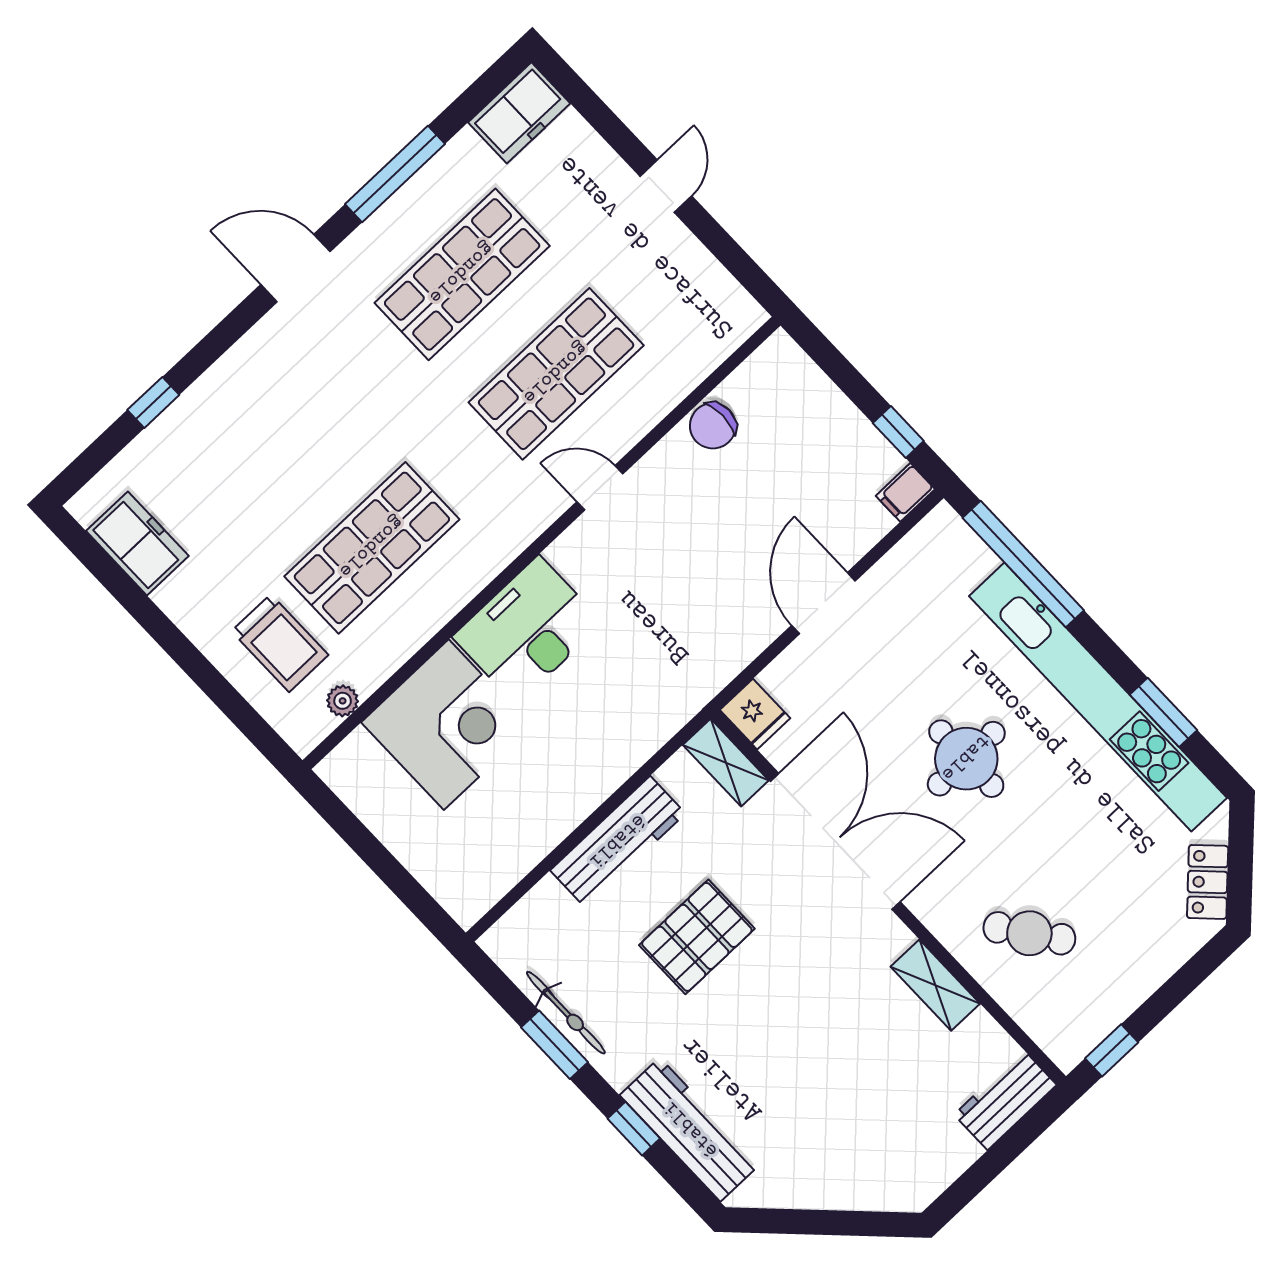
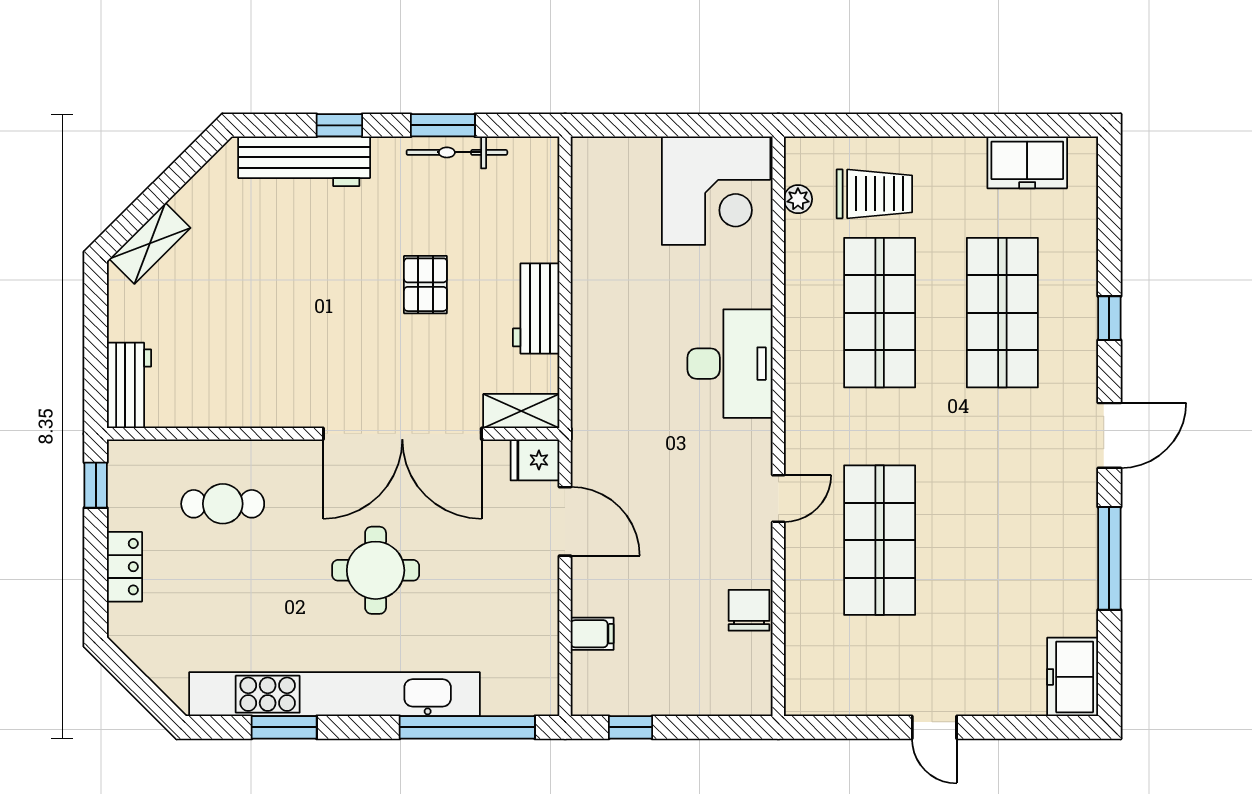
shop shelf: (462, 274) -> (1002, 313), moved
window: (153, 402) -> (1109, 318), moved
filing cabinet: (905, 492) -> (592, 634), moved, turned 90
door: (823, 603) -> (565, 521), moved
trolley: (280, 643) -> (874, 194), turned 180
corner desk: (446, 725) -> (716, 191), moved, turned -90
workbench: (618, 842) -> (536, 309), width x0.73
locker: (1208, 882) -> (124, 567), moved, turned 45
cafe table: (1029, 933) -> (223, 504), turned 36
pallet: (697, 937) -> (425, 285), width x0.67, depth x0.71
shelving: (935, 985) -> (150, 243), moved, turned -45

